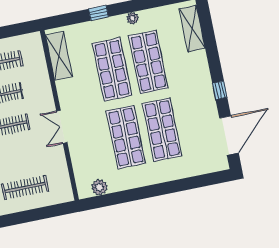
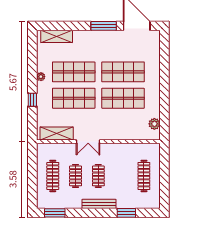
window: (220, 90) -> (104, 26), width x2.17
double door: (62, 127) -> (88, 142), moved

